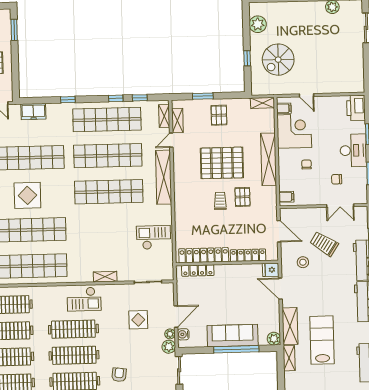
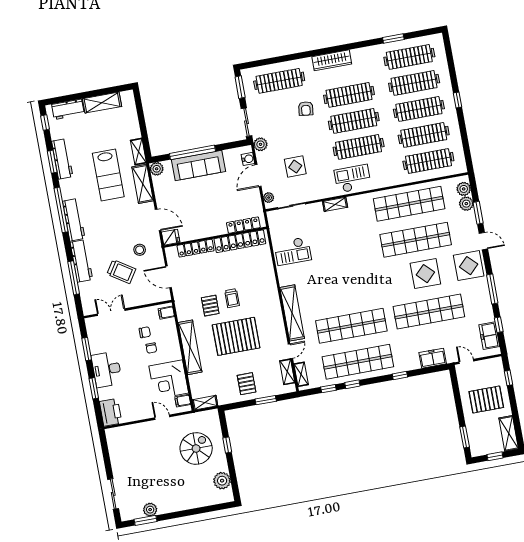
chair: (337, 179) -> (145, 332), moved
shop shelf: (109, 192) -> (345, 290), removed
plant: (170, 334) -> (269, 198), moved

